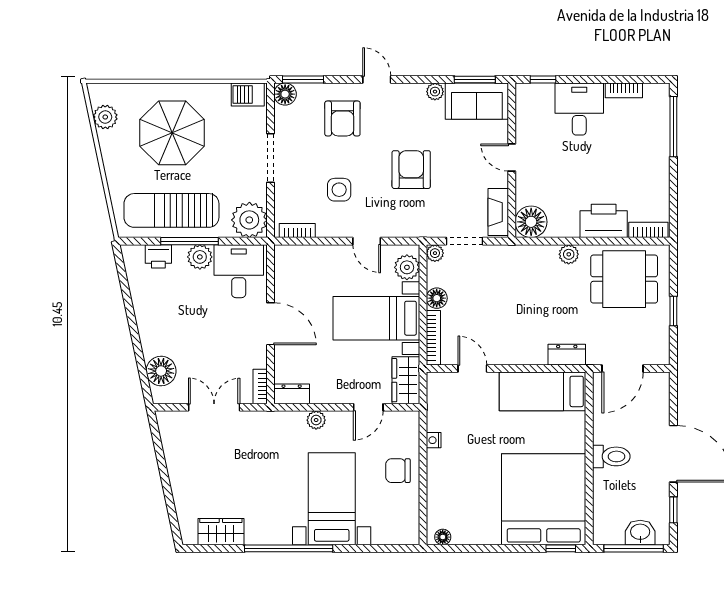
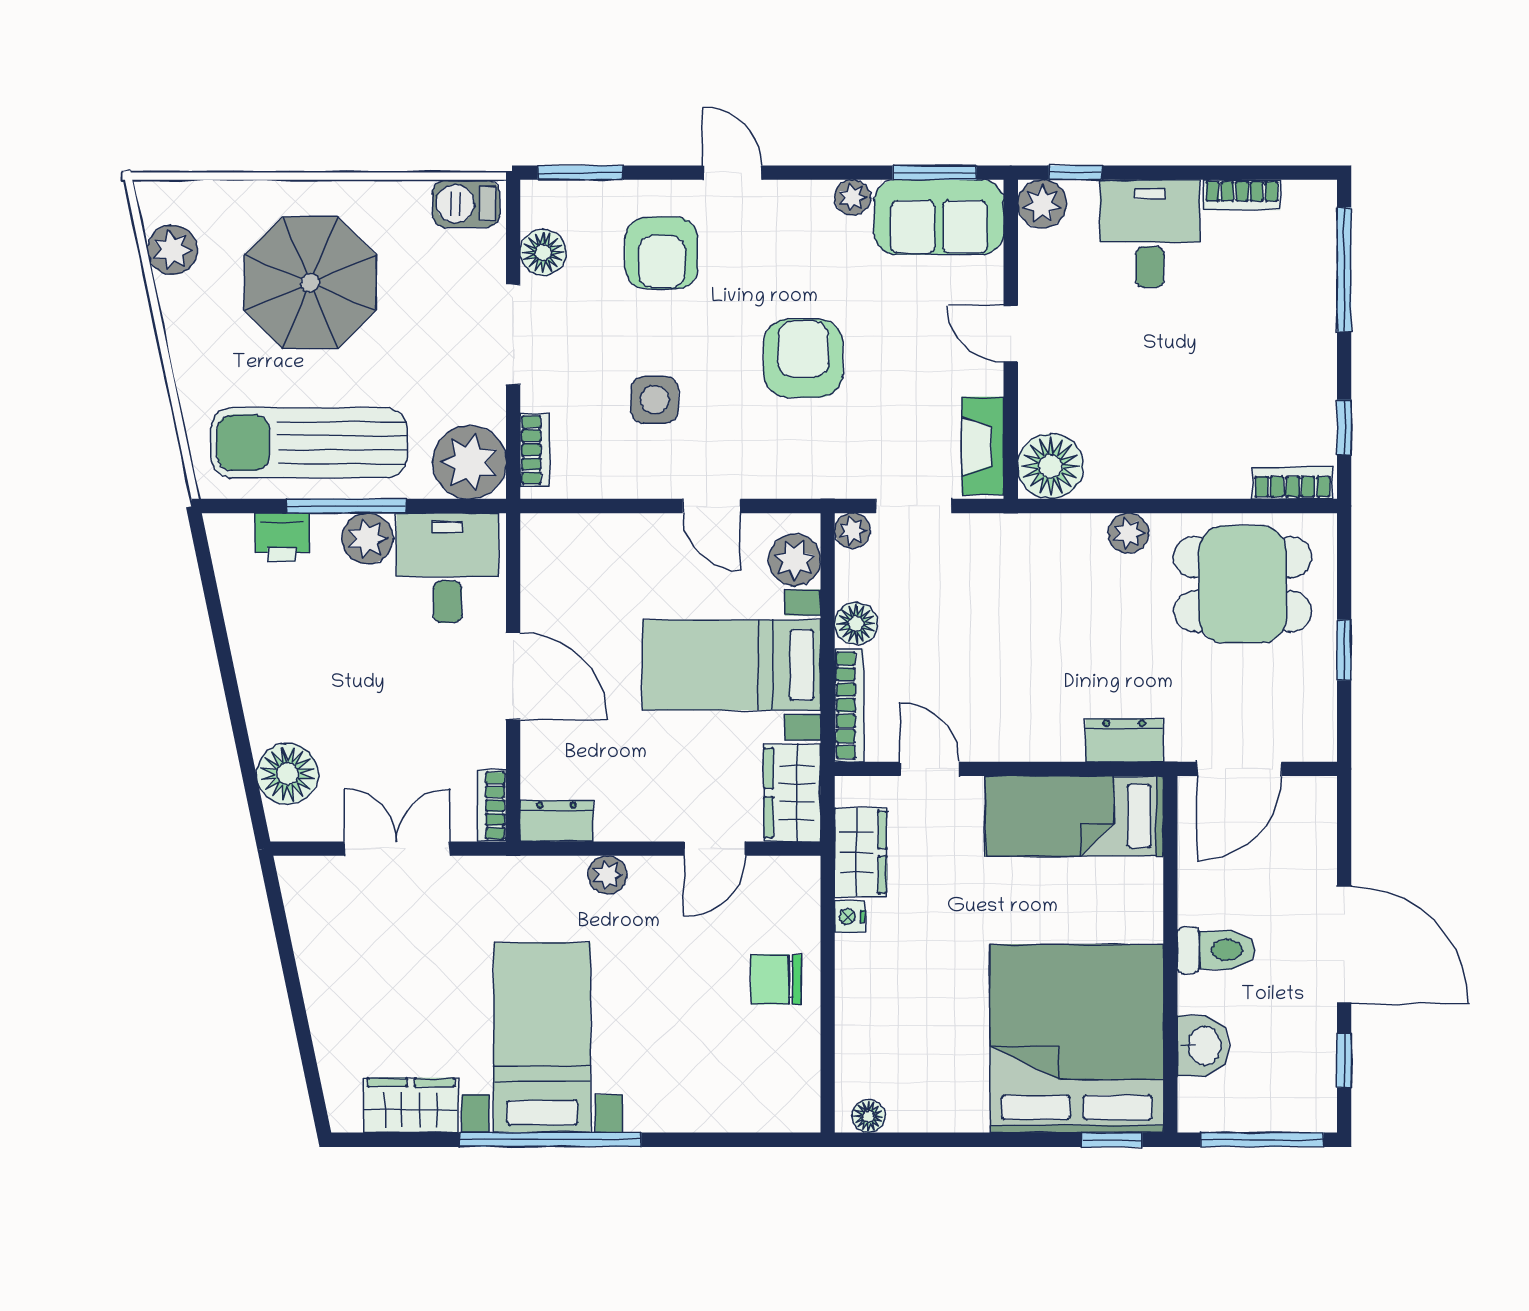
floor lamp: (285, 94) -> (543, 252), moved
plant: (527, 95) -> (1042, 204), added
window: (673, 203) -> (1344, 427), added
printer: (604, 221) -> (1200, 464), removed
bookcase: (297, 231) -> (535, 450), moved, turned 90
wardrobe: (439, 409) -> (861, 852), added
bed with nightstands: (332, 499) -> (542, 1038), moved
washbasin: (640, 532) -> (1203, 1046), moved, turned 90

